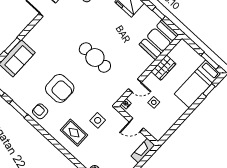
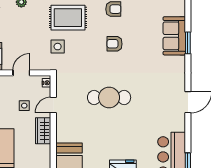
wardrobe: (164, 68) -> (43, 131), moved
armchair: (60, 88) -> (115, 44), width x0.53, depth x0.53
rug: (74, 133) -> (68, 18), width x1.36, depth x1.43

